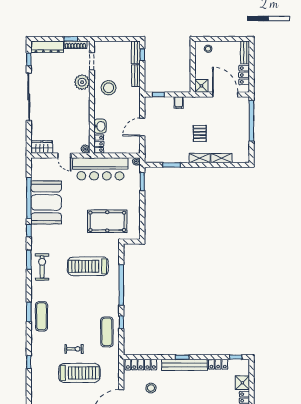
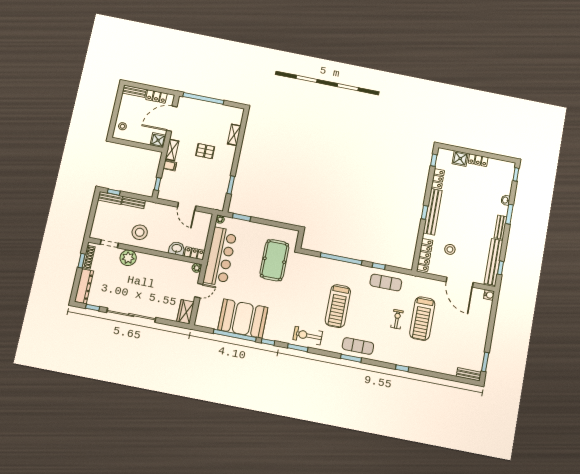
shelving: (200, 158) -> (172, 150), moved
treadmill: (88, 266) -> (338, 306), moved
treadmill: (79, 373) -> (422, 319), turned 180

